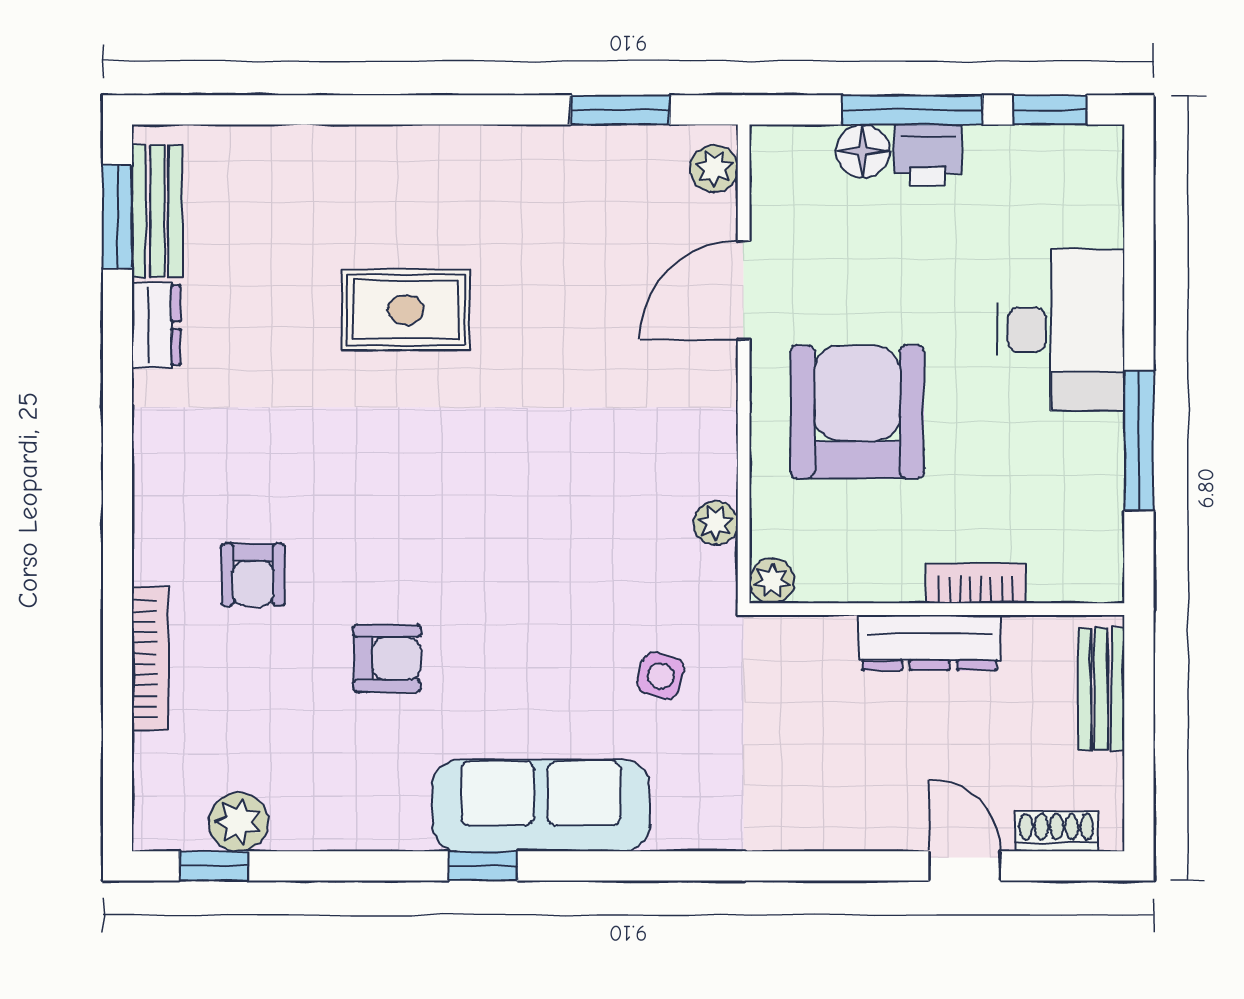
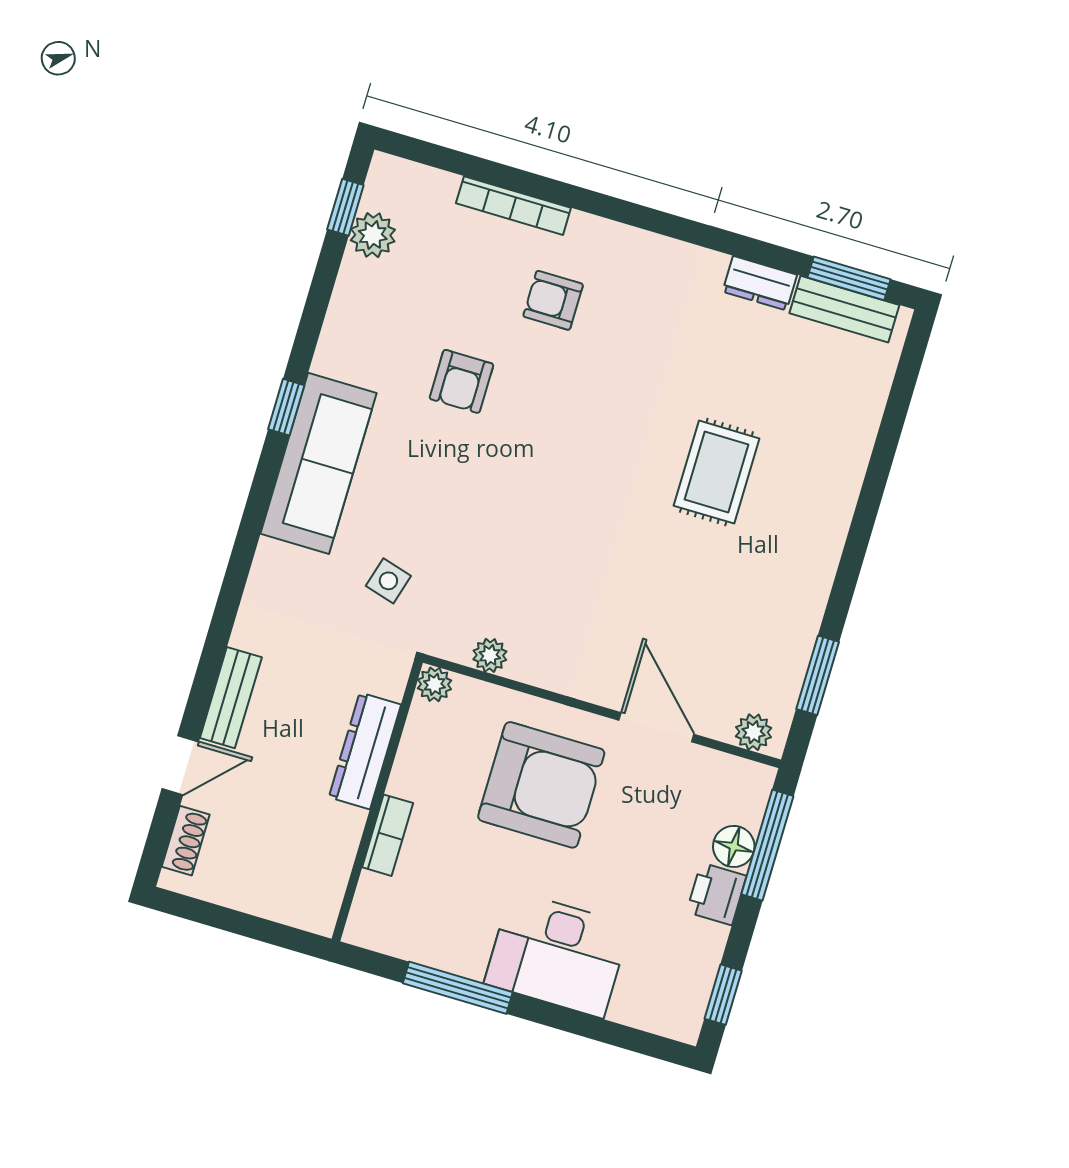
window: (912, 110) -> (767, 845), moved
dresser: (930, 643) -> (365, 751), moved
bench: (1101, 689) -> (231, 698), moved, turned 90

